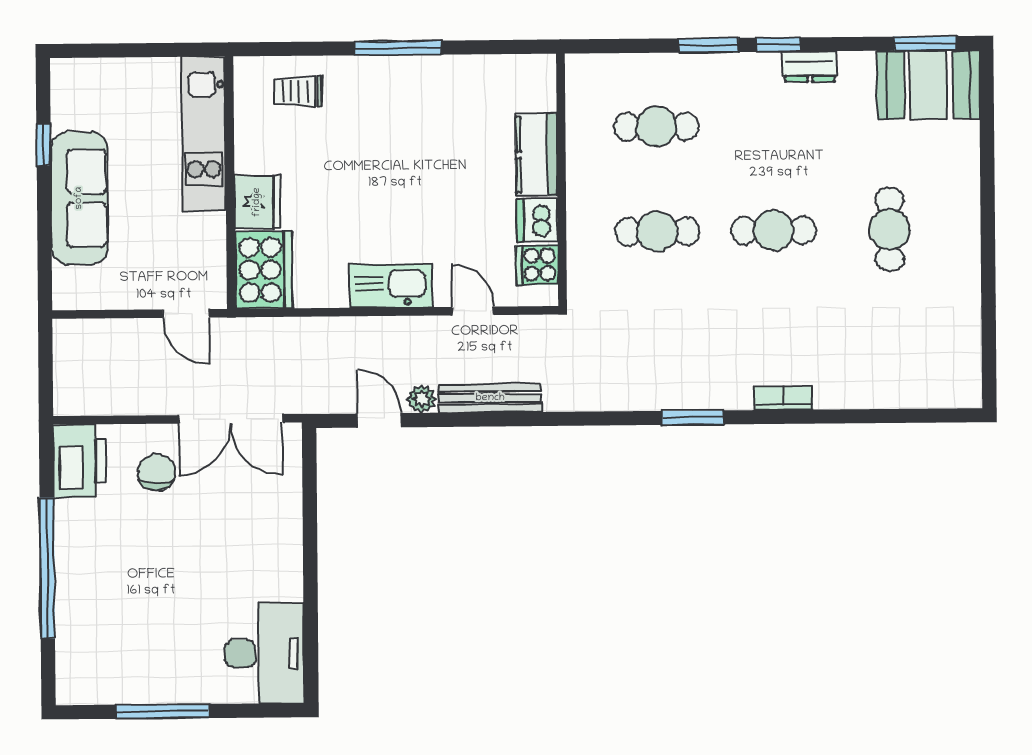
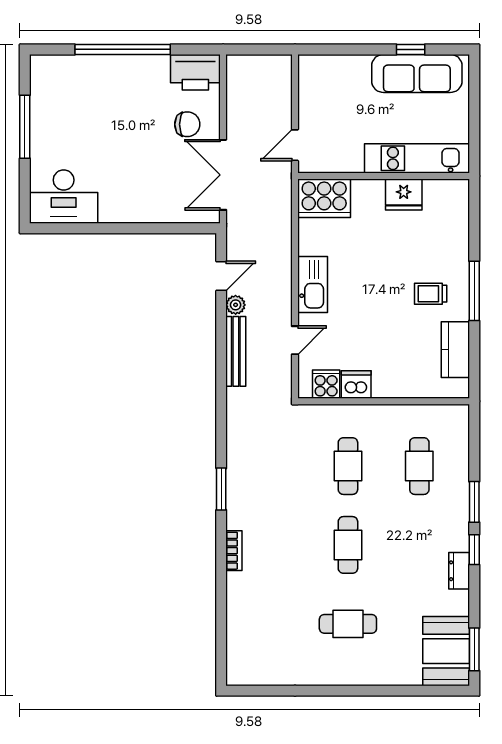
trolley: (298, 91) -> (431, 294), moved, turned -90
kitchen counter: (536, 155) -> (455, 350), moved, turned -90
sofa: (79, 198) -> (417, 73), moved
fridge: (257, 202) -> (404, 194), moved

